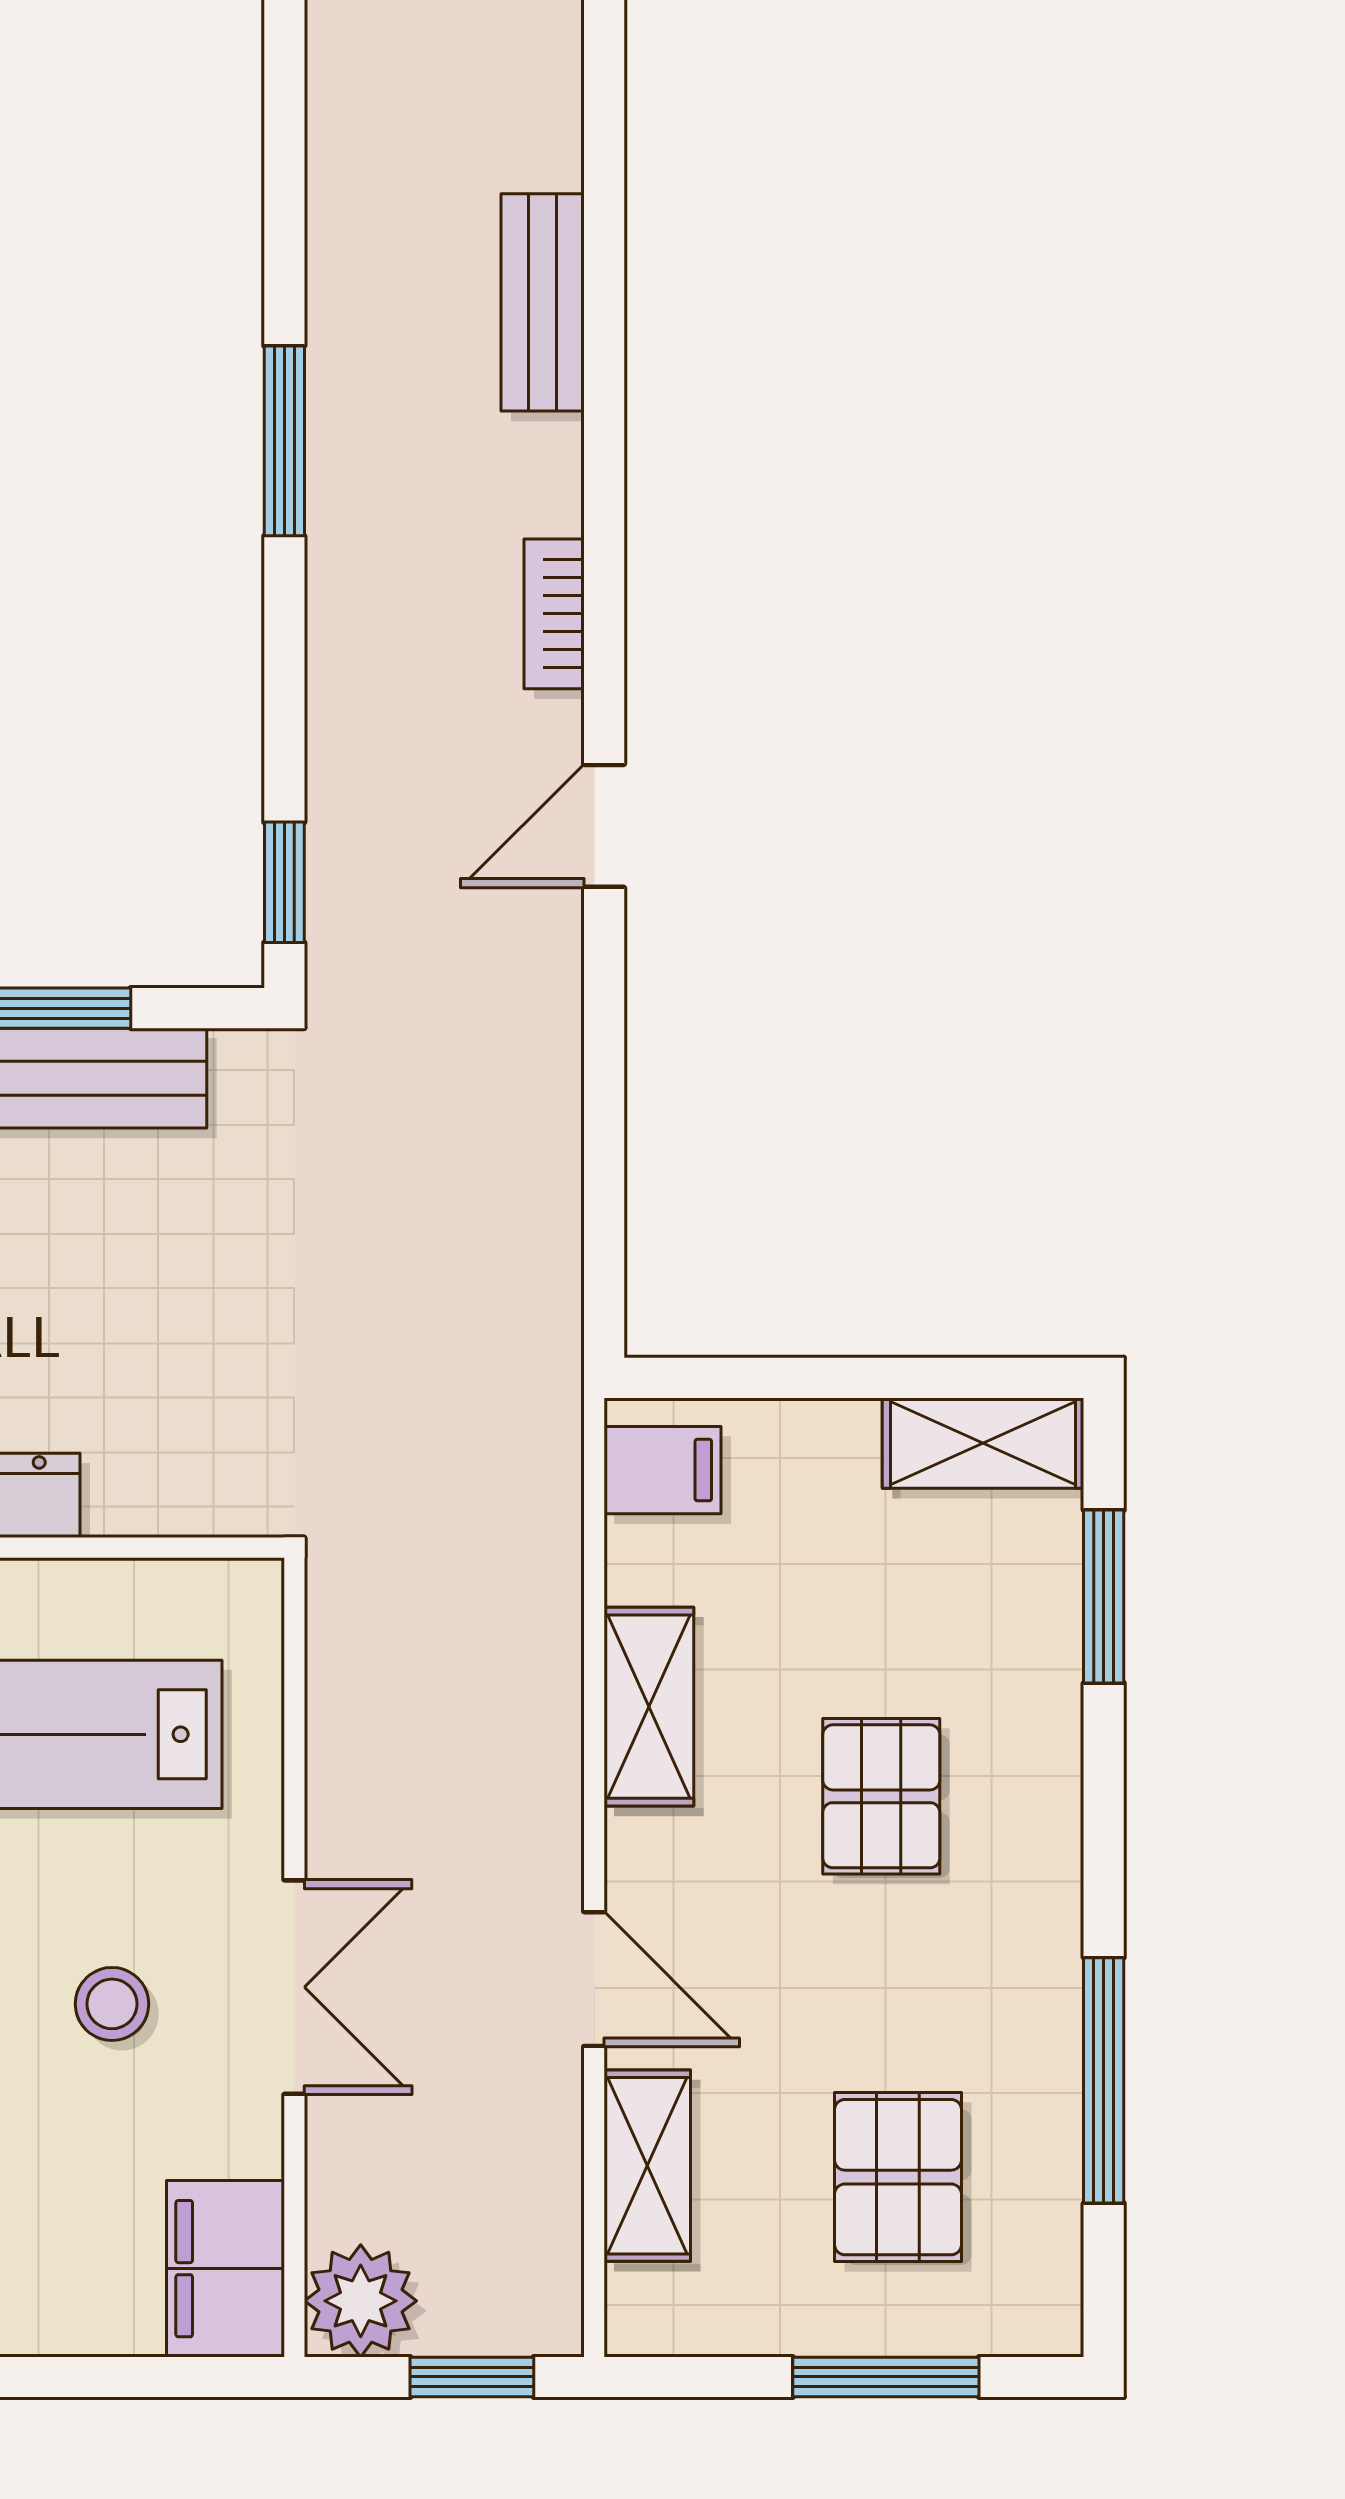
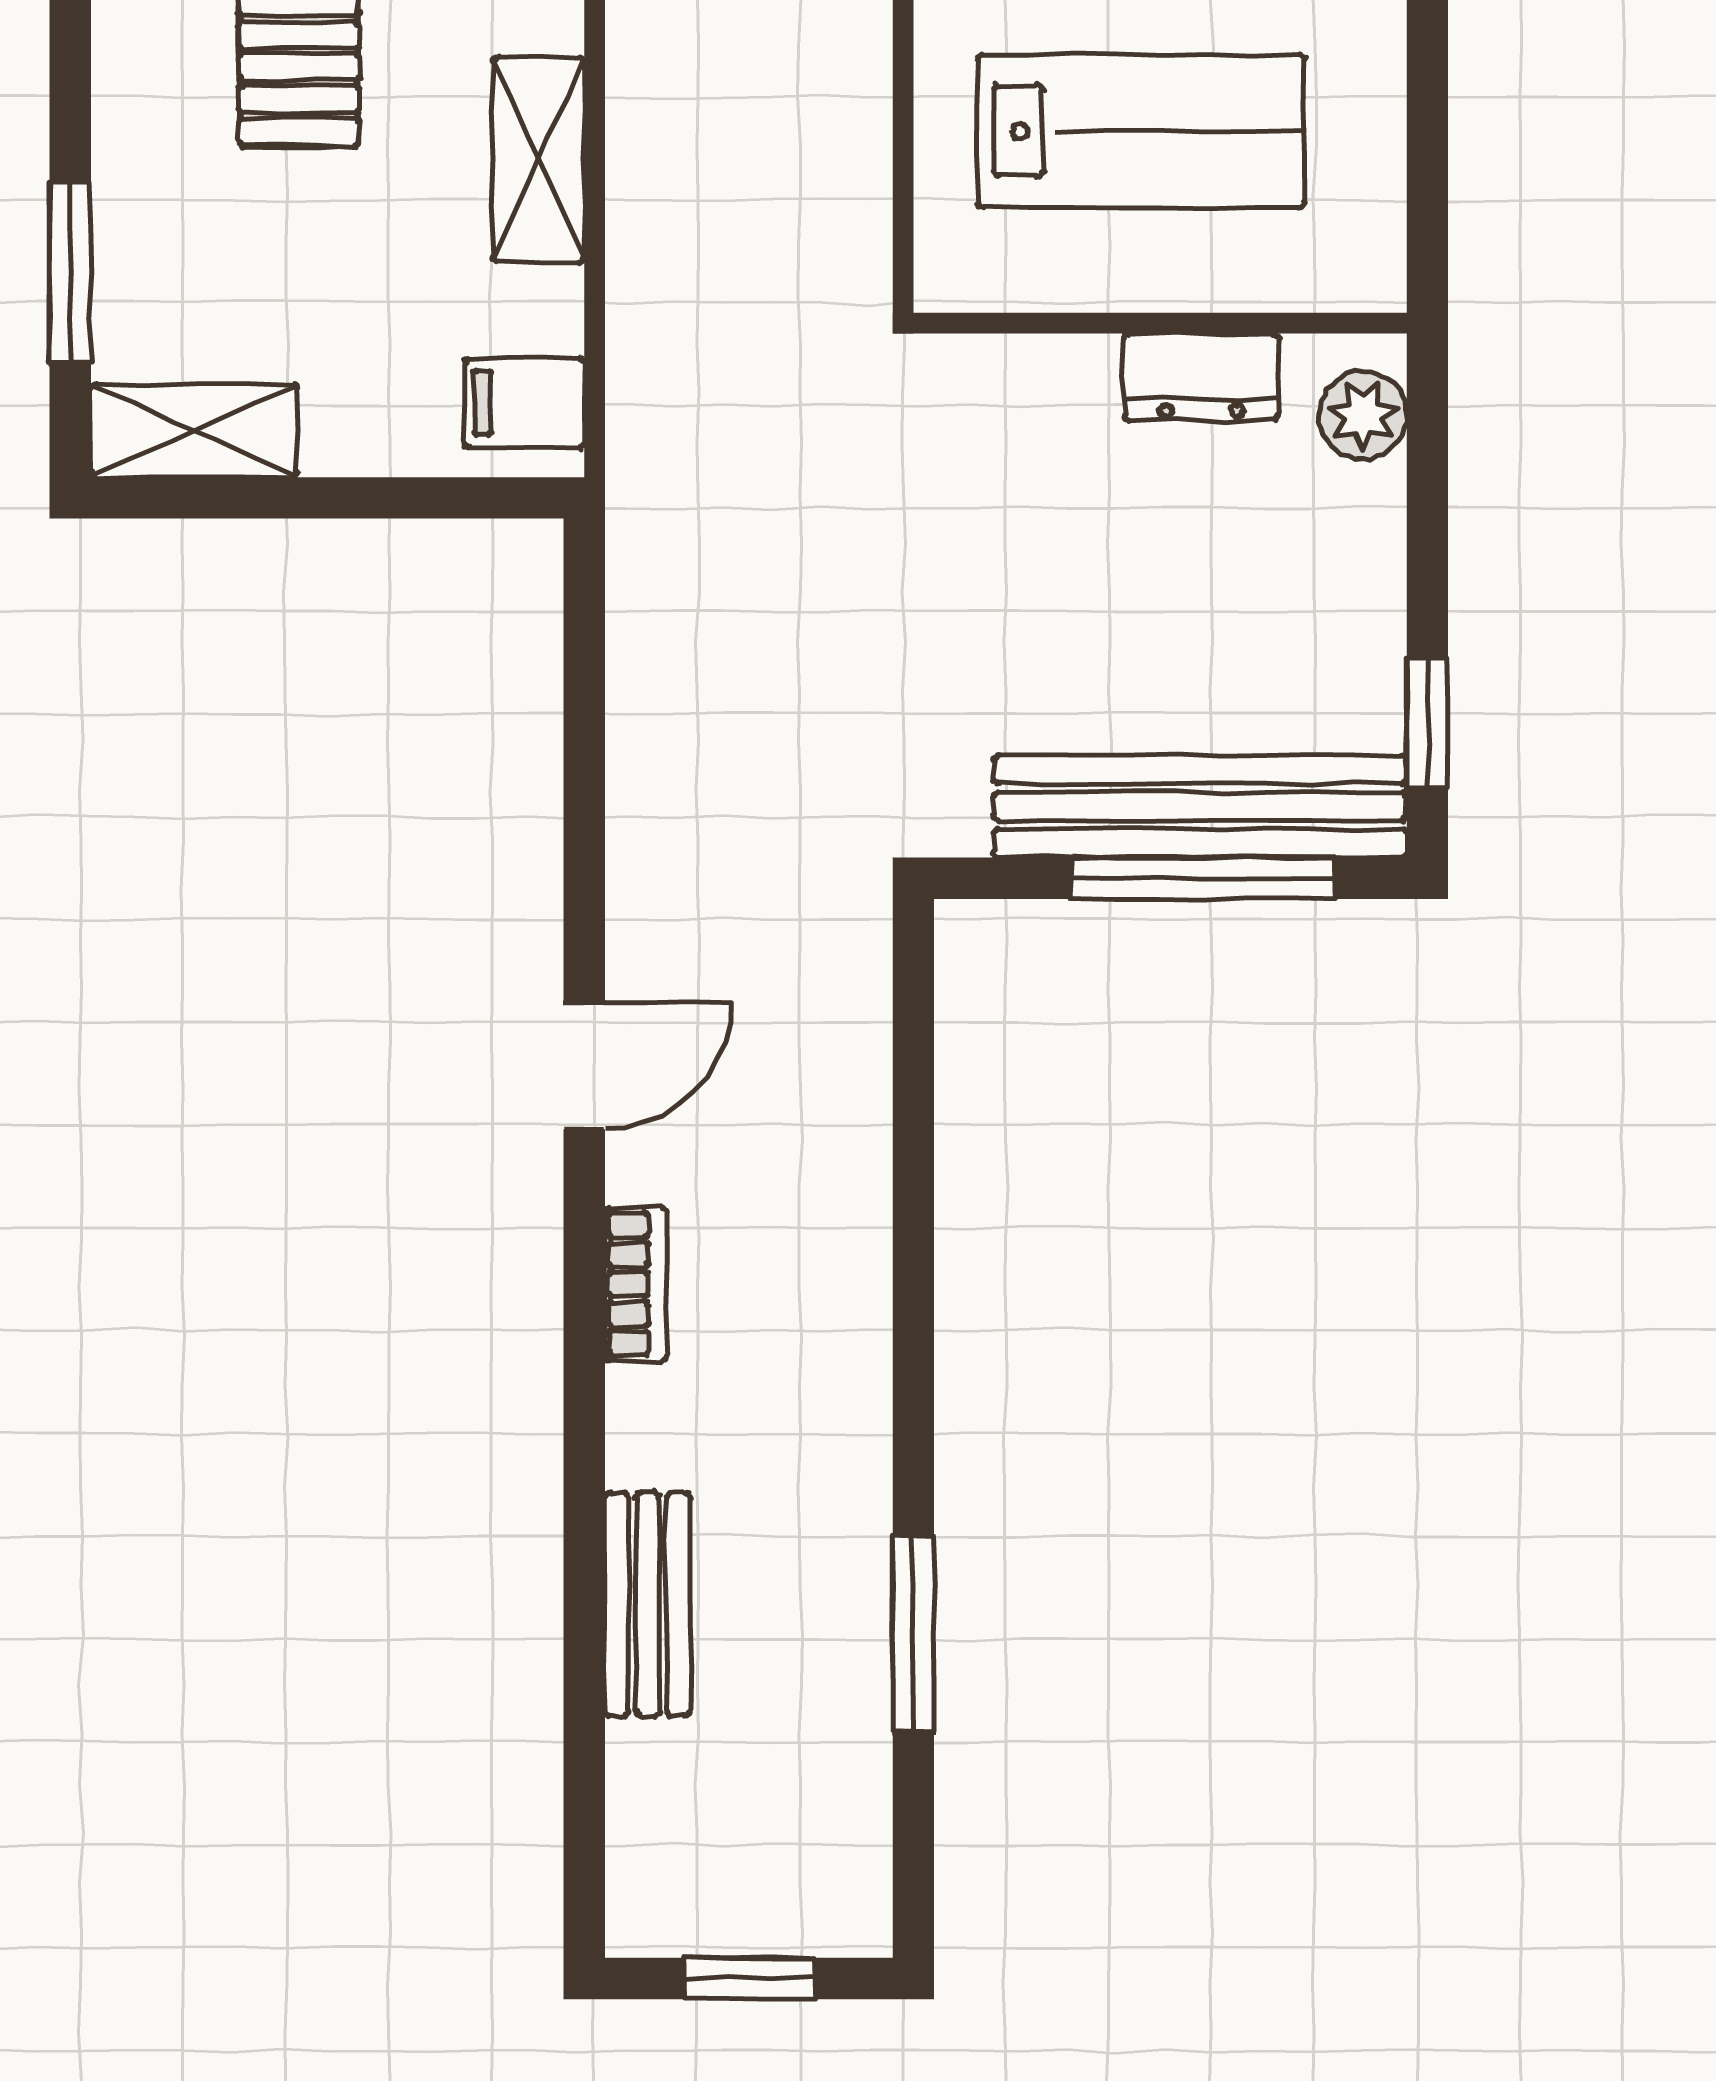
window: (284, 441) -> (913, 1634), moved
window: (284, 882) -> (913, 1008), removed

